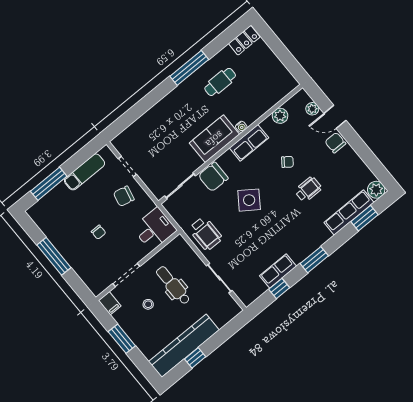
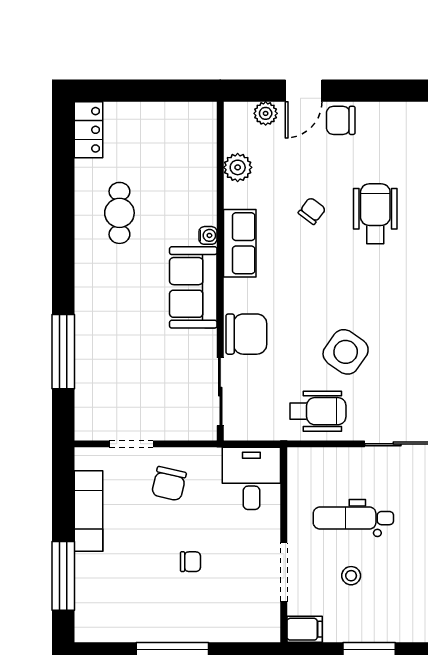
window: (189, 68) -> (63, 352), moved
chair: (213, 177) -> (246, 334), turned -90
wheelchair: (308, 189) -> (375, 214), width x1.36, depth x1.37
side table: (249, 200) -> (346, 352), moved

